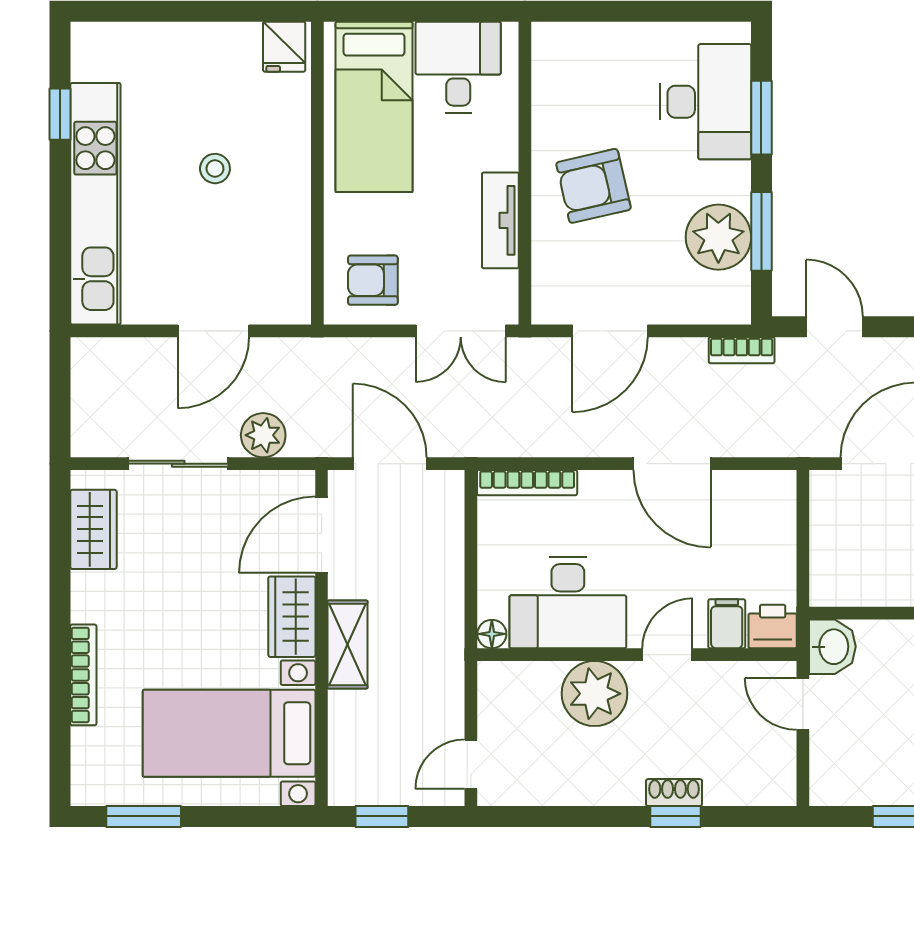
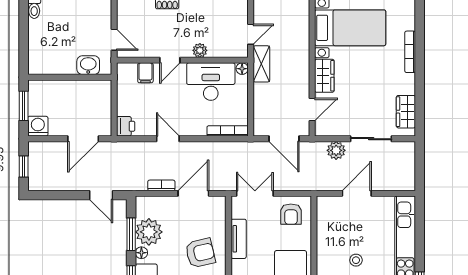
floor lamp: (736, 187) -> (141, 253), added
armchair: (373, 280) -> (291, 214), turned 90
bookcase: (742, 350) -> (161, 185), moved
door: (672, 464) -> (168, 139), width x0.73
door: (322, 535) -> (312, 109), width x0.73
printer: (773, 626) -> (126, 126), moved, turned -90
shelving: (348, 645) -> (261, 64), moved
washbasin: (832, 647) -> (88, 65), moved, turned 90
plant: (595, 694) -> (200, 50), width x0.53, depth x0.53
door: (471, 764) -> (251, 34), moved

